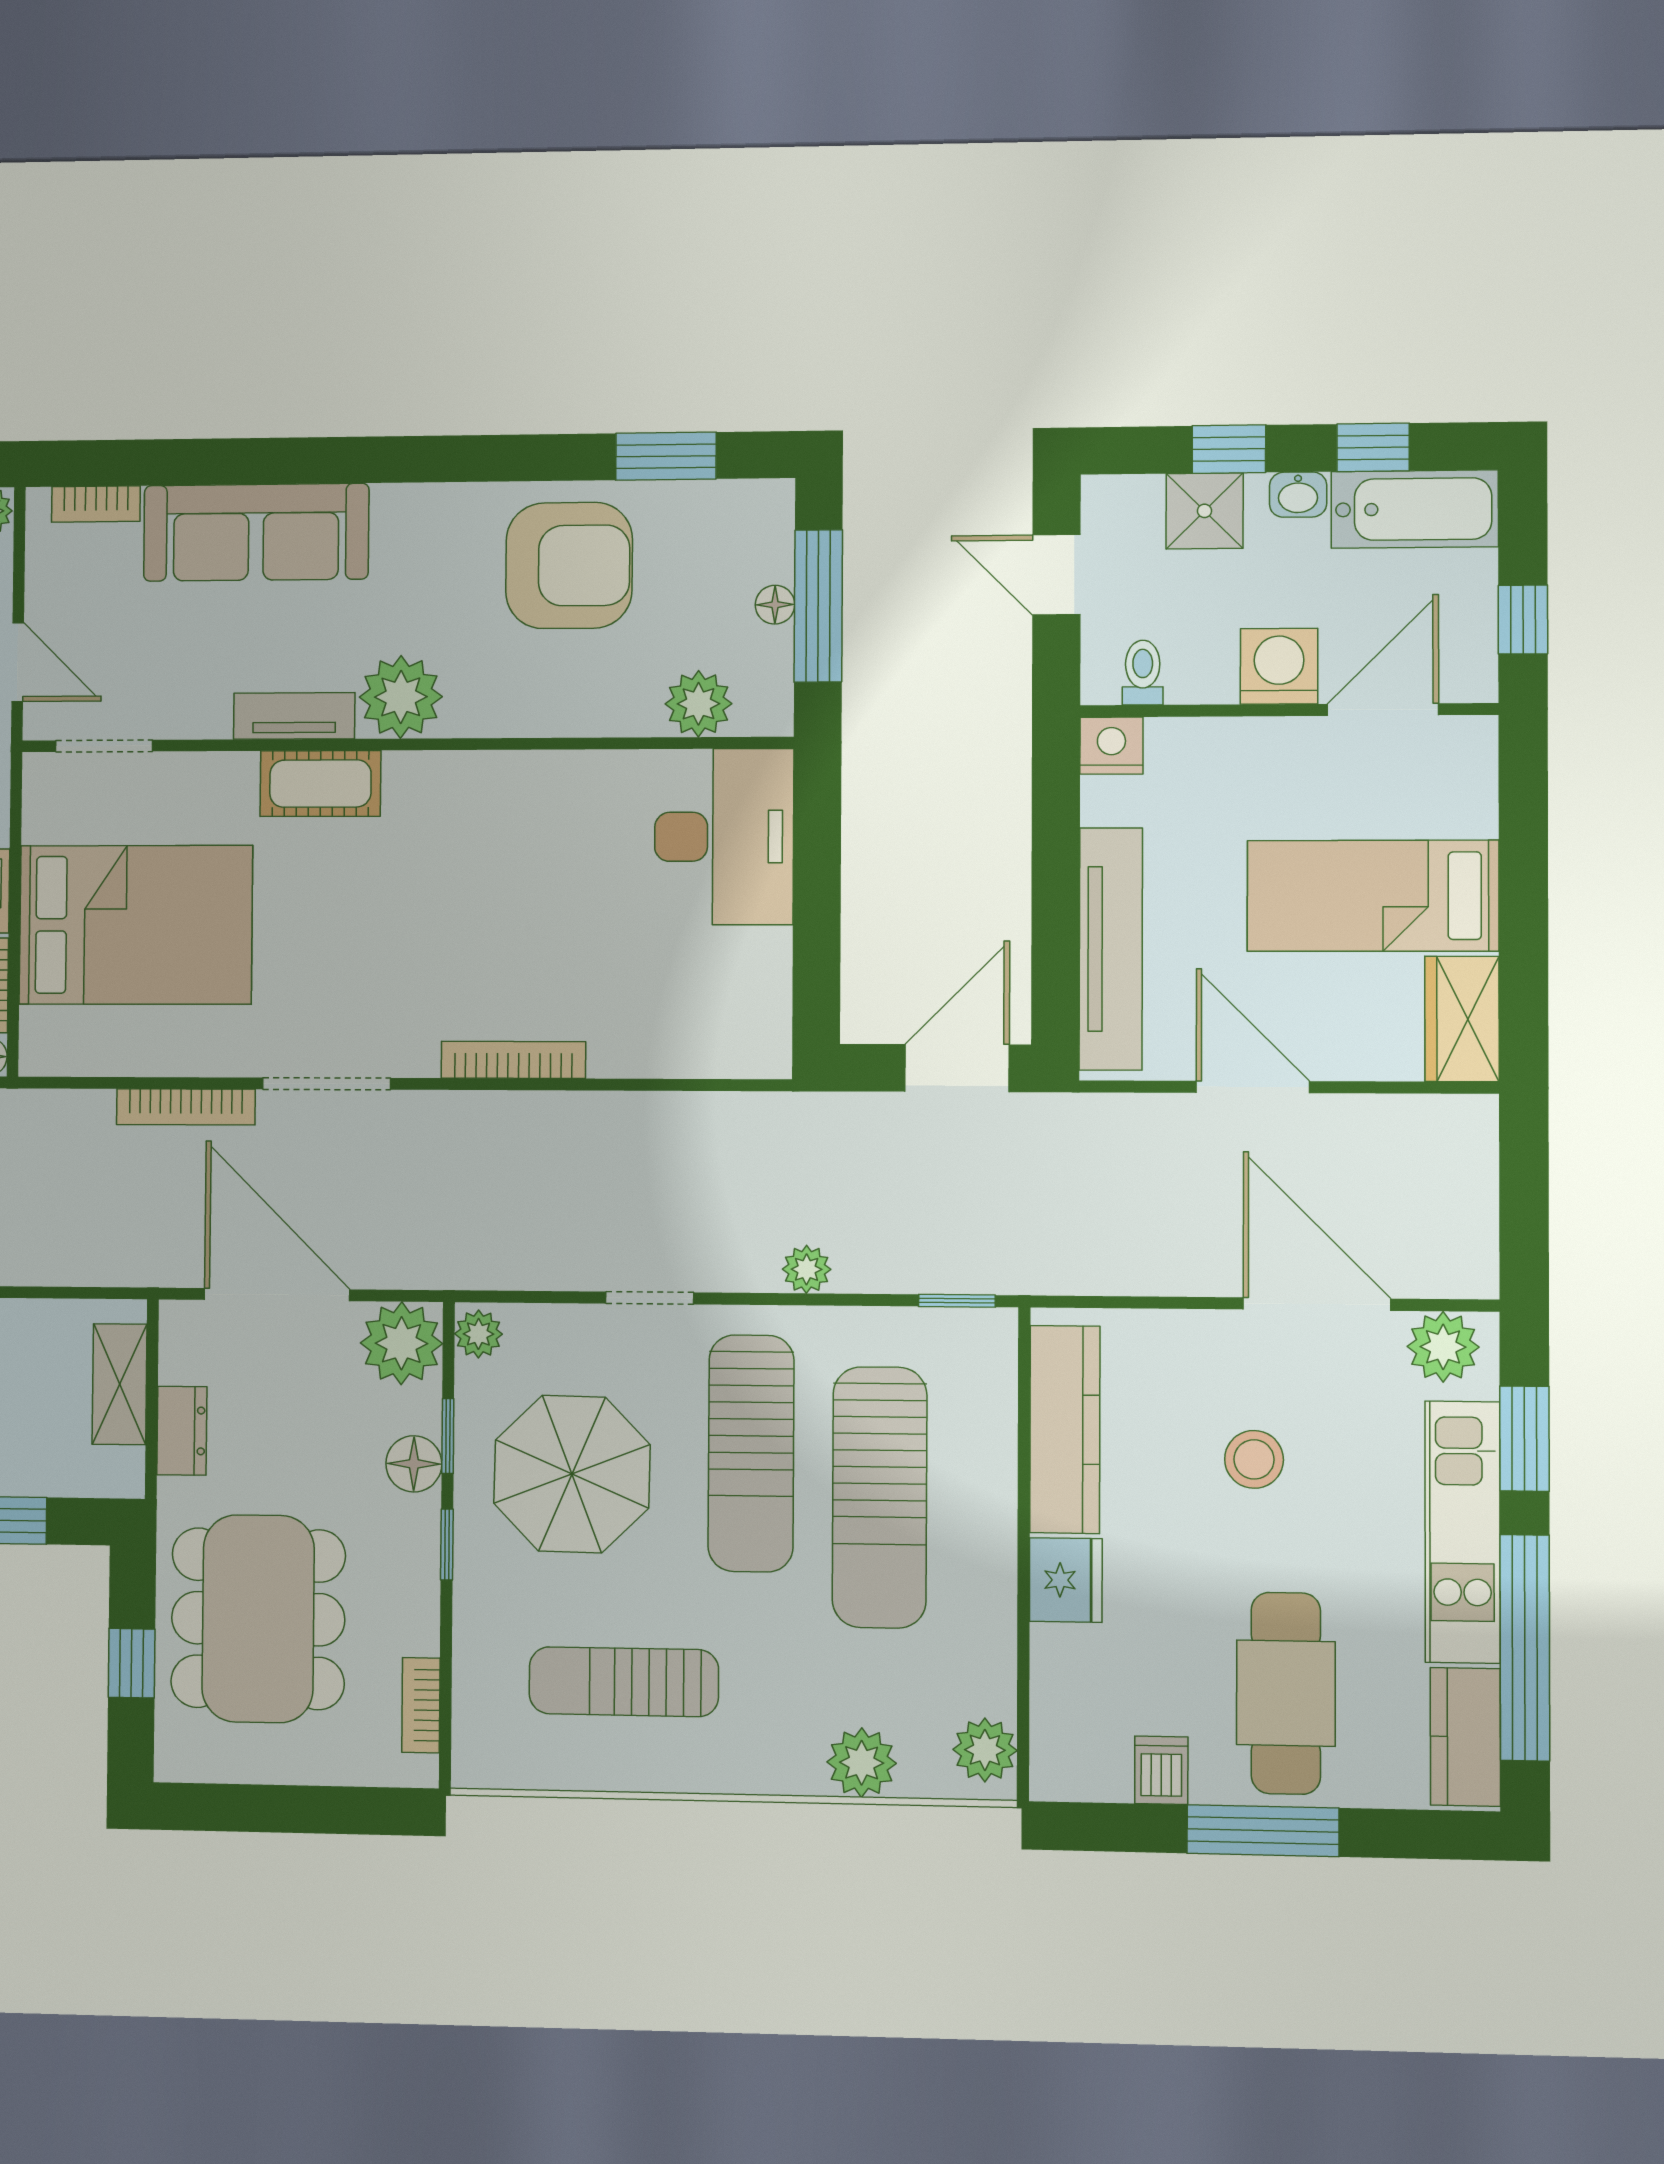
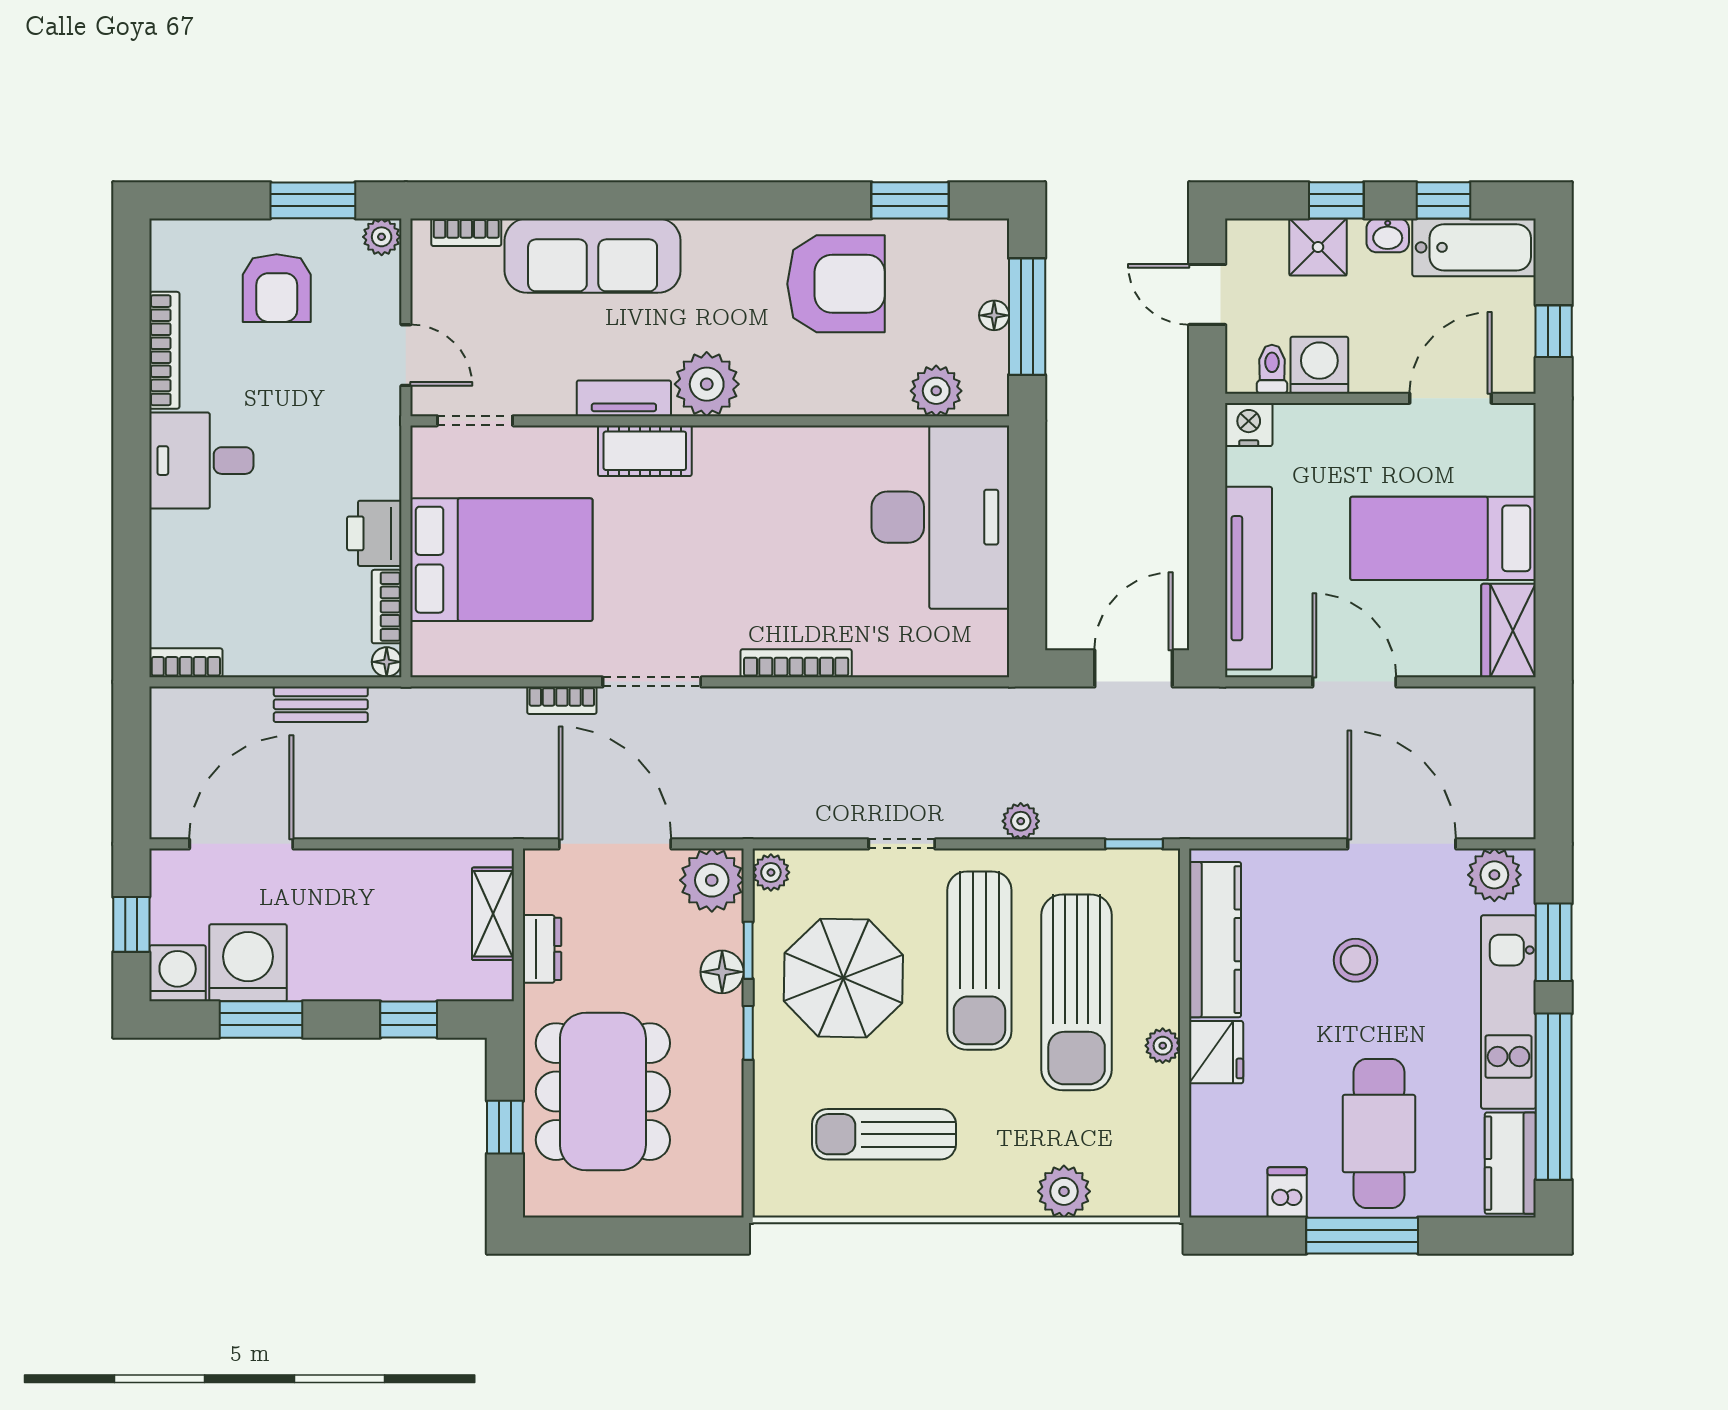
washing machine: (1279, 666) -> (1319, 365), moved
desk: (724, 837) -> (940, 517), width x1.36, depth x1.30
bookcase: (186, 1107) -> (562, 700), width x0.64
bookcase: (421, 1705) -> (729, 1155), removed
plant: (985, 1750) -> (1163, 1046), moved, width x0.73, depth x0.73

